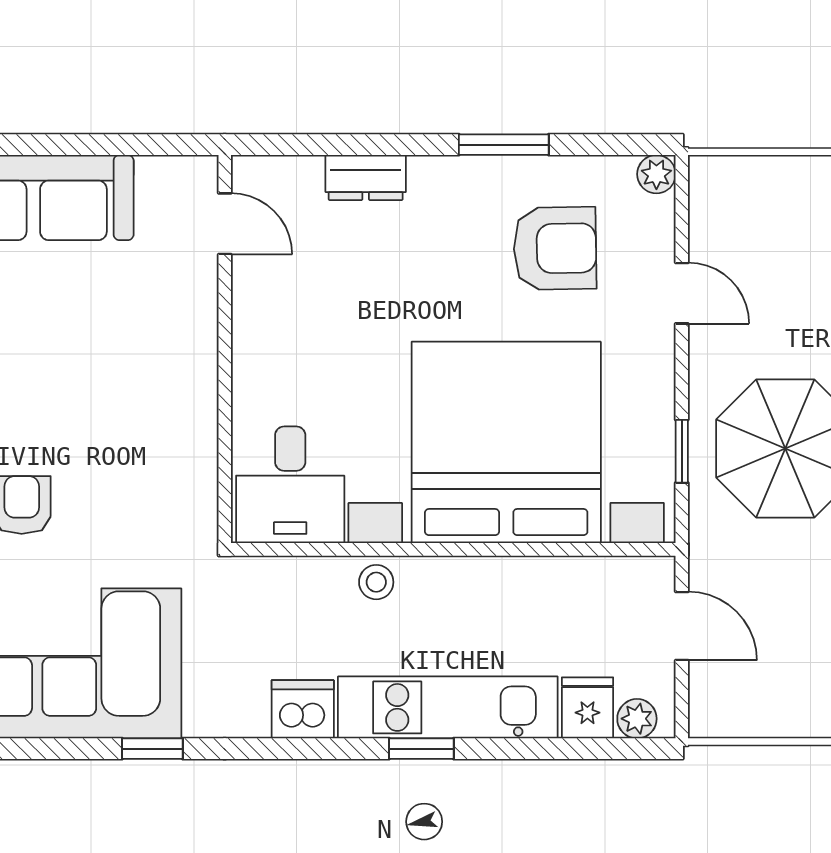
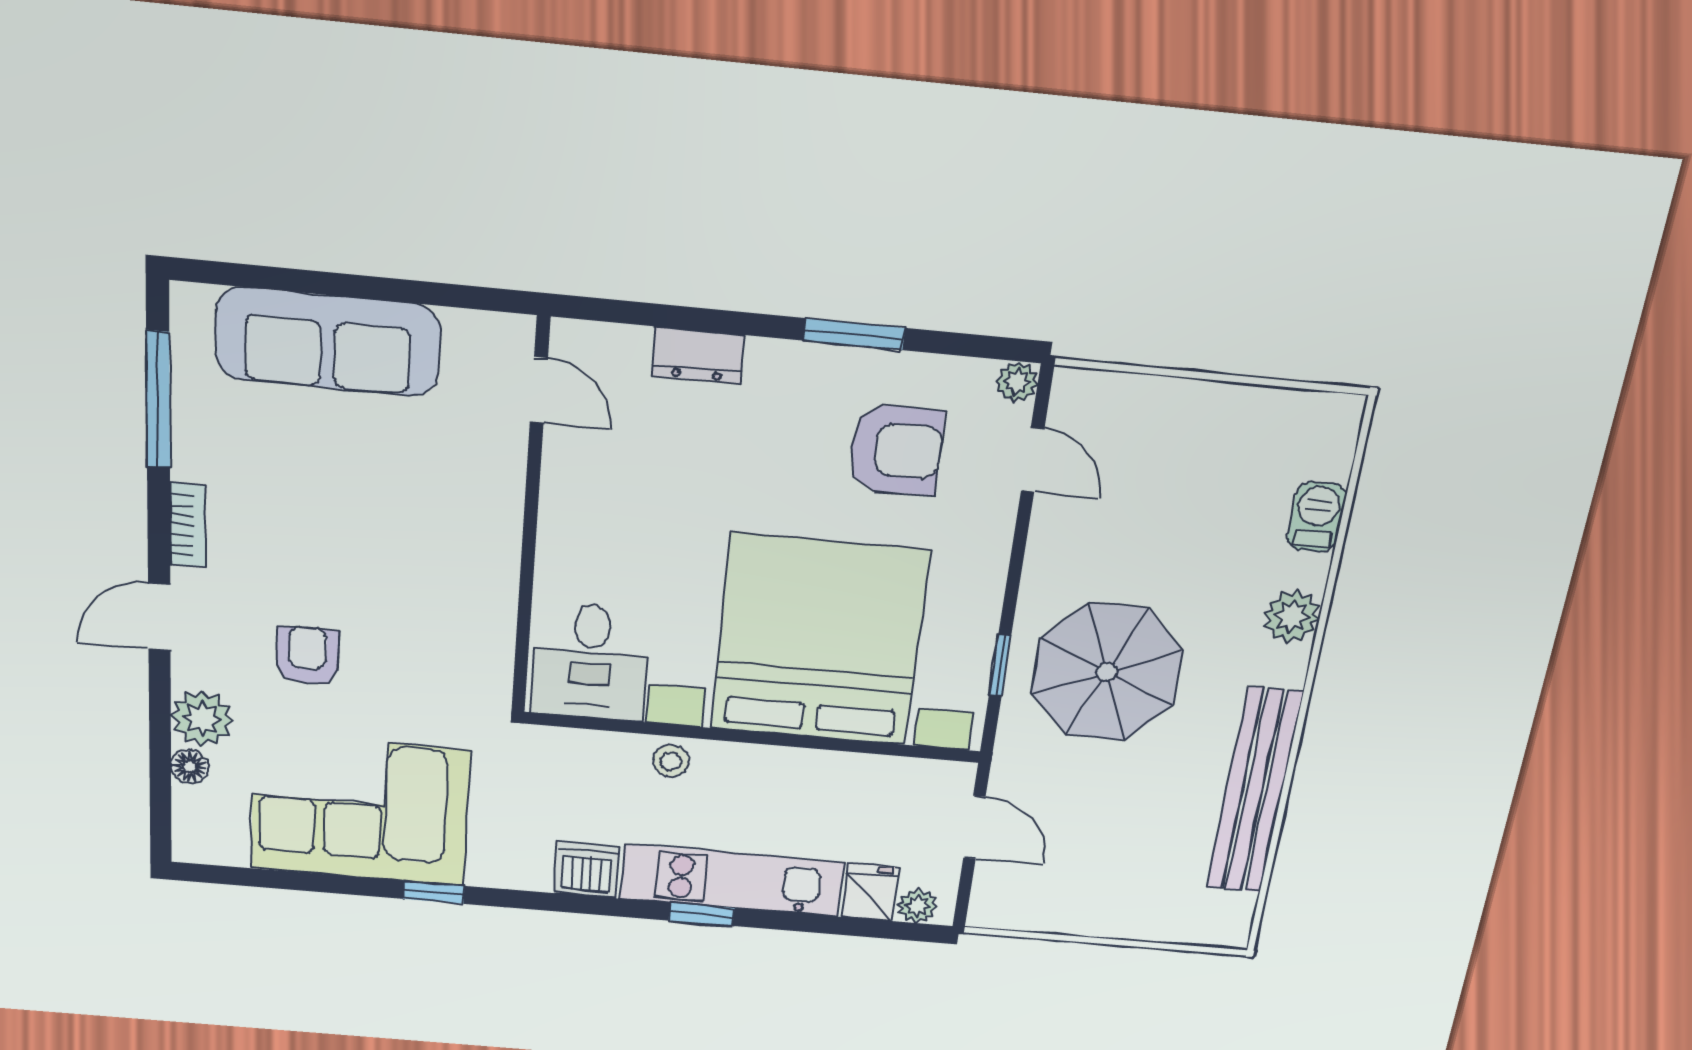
door: (682, 293) -> (1033, 460), moved

